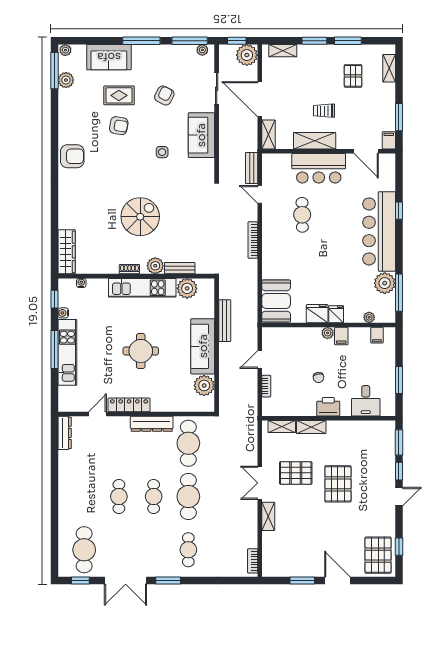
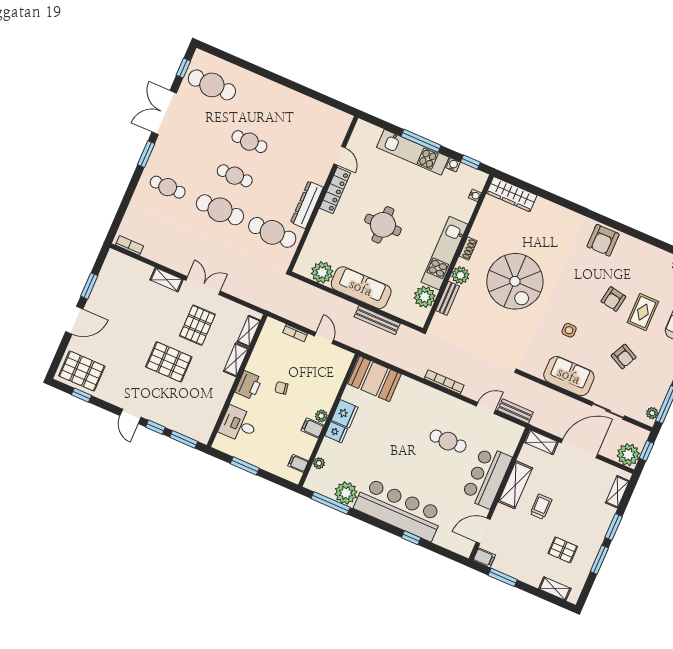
spiral stairs: (140, 217) -> (515, 281), width x1.37, depth x1.37
dresser: (65, 433) -> (335, 115), removed

